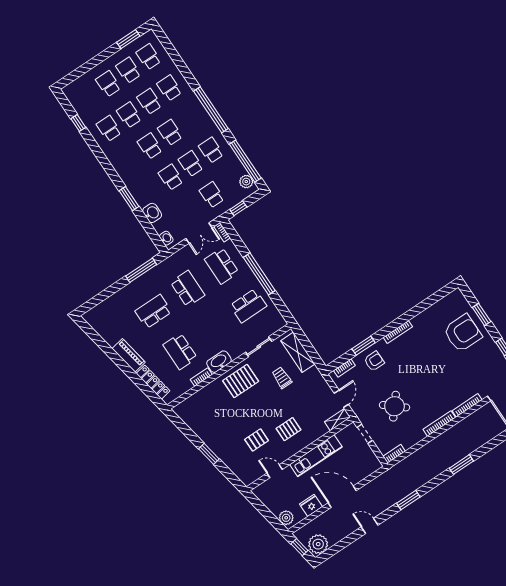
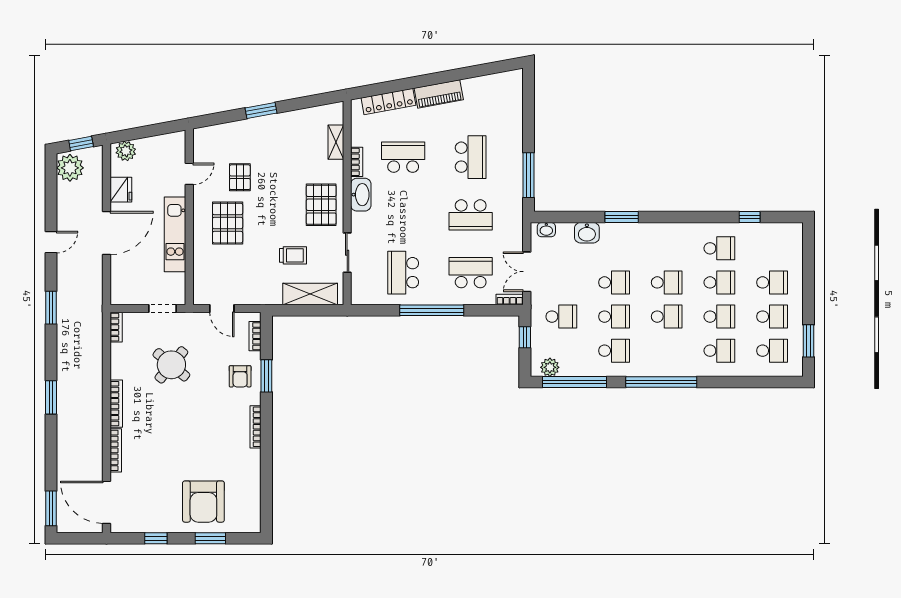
shelving: (337, 420) -> (336, 142), moved
pallet: (289, 429) -> (228, 223), width x1.50, depth x1.42

